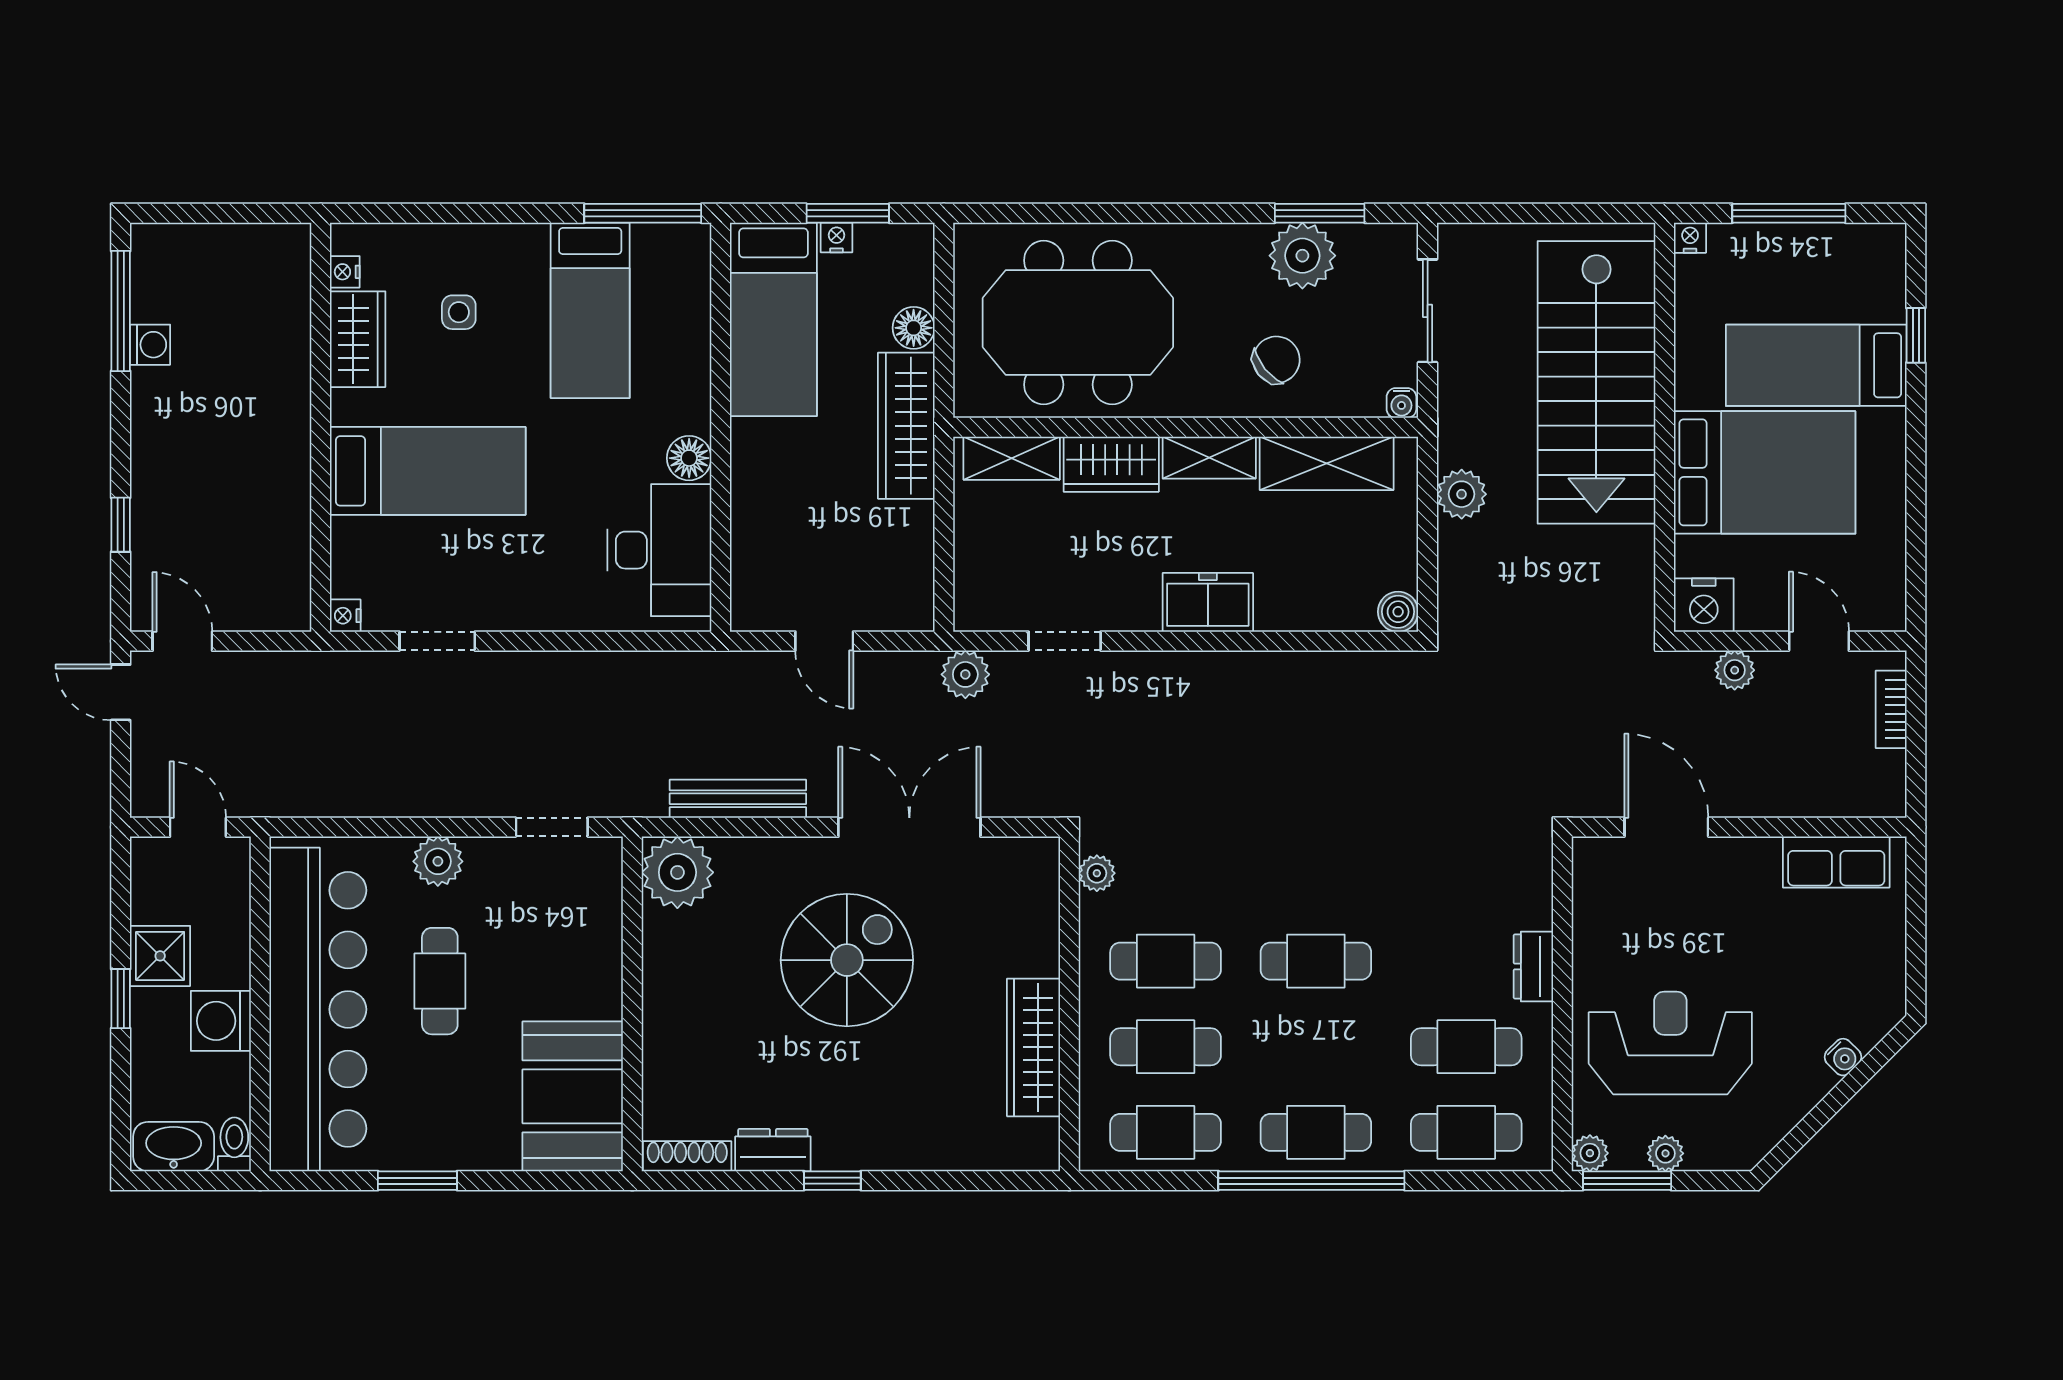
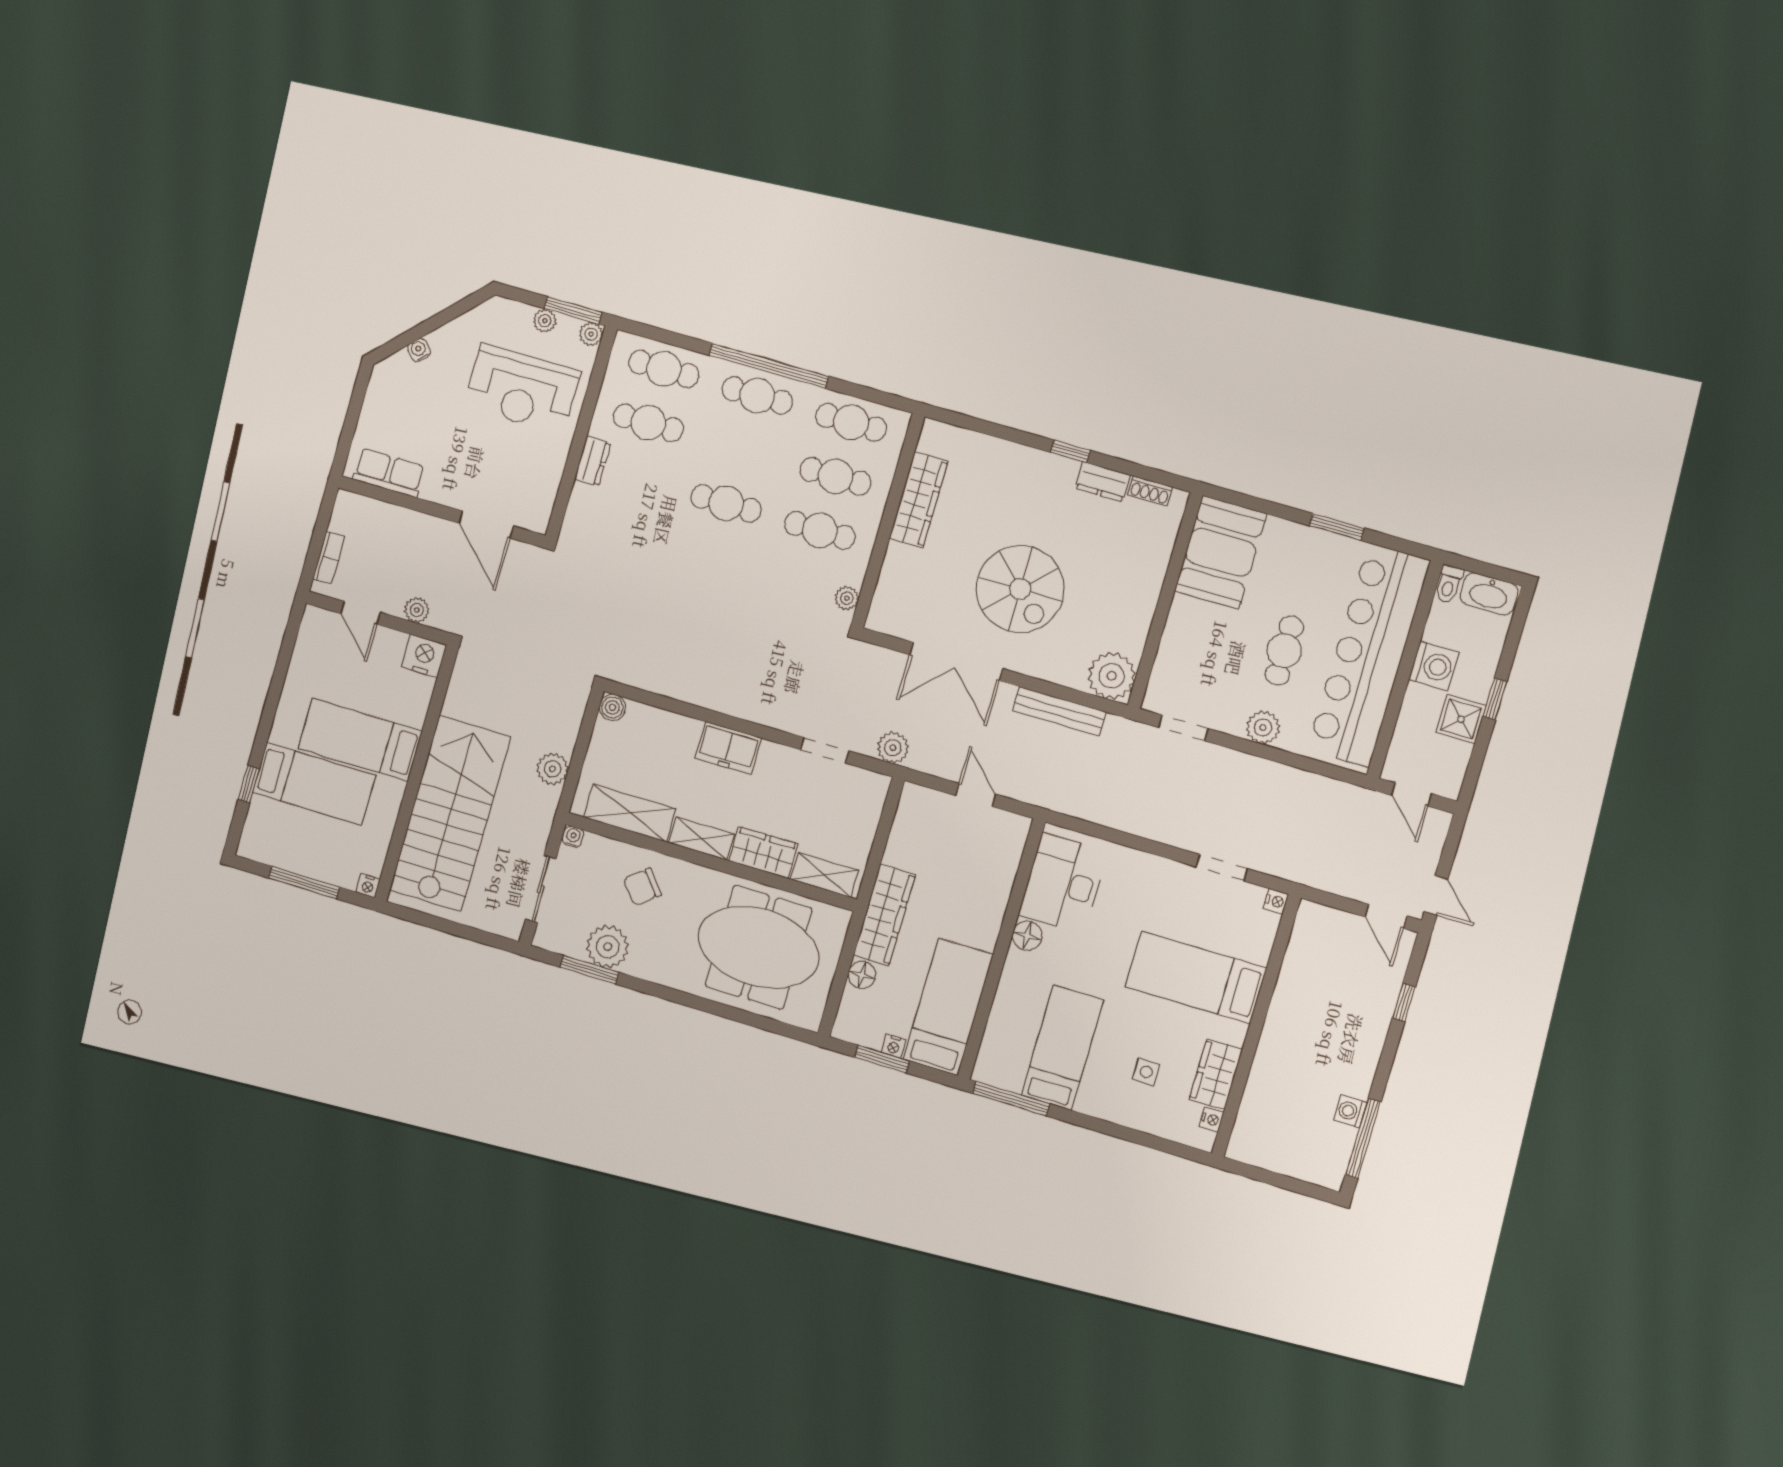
bed: (1765, 472) -> (360, 740), width x0.67
spiral stairs: (847, 960) -> (1020, 589), turned -90
shoe rack: (687, 1156) -> (1150, 491), width x0.70

